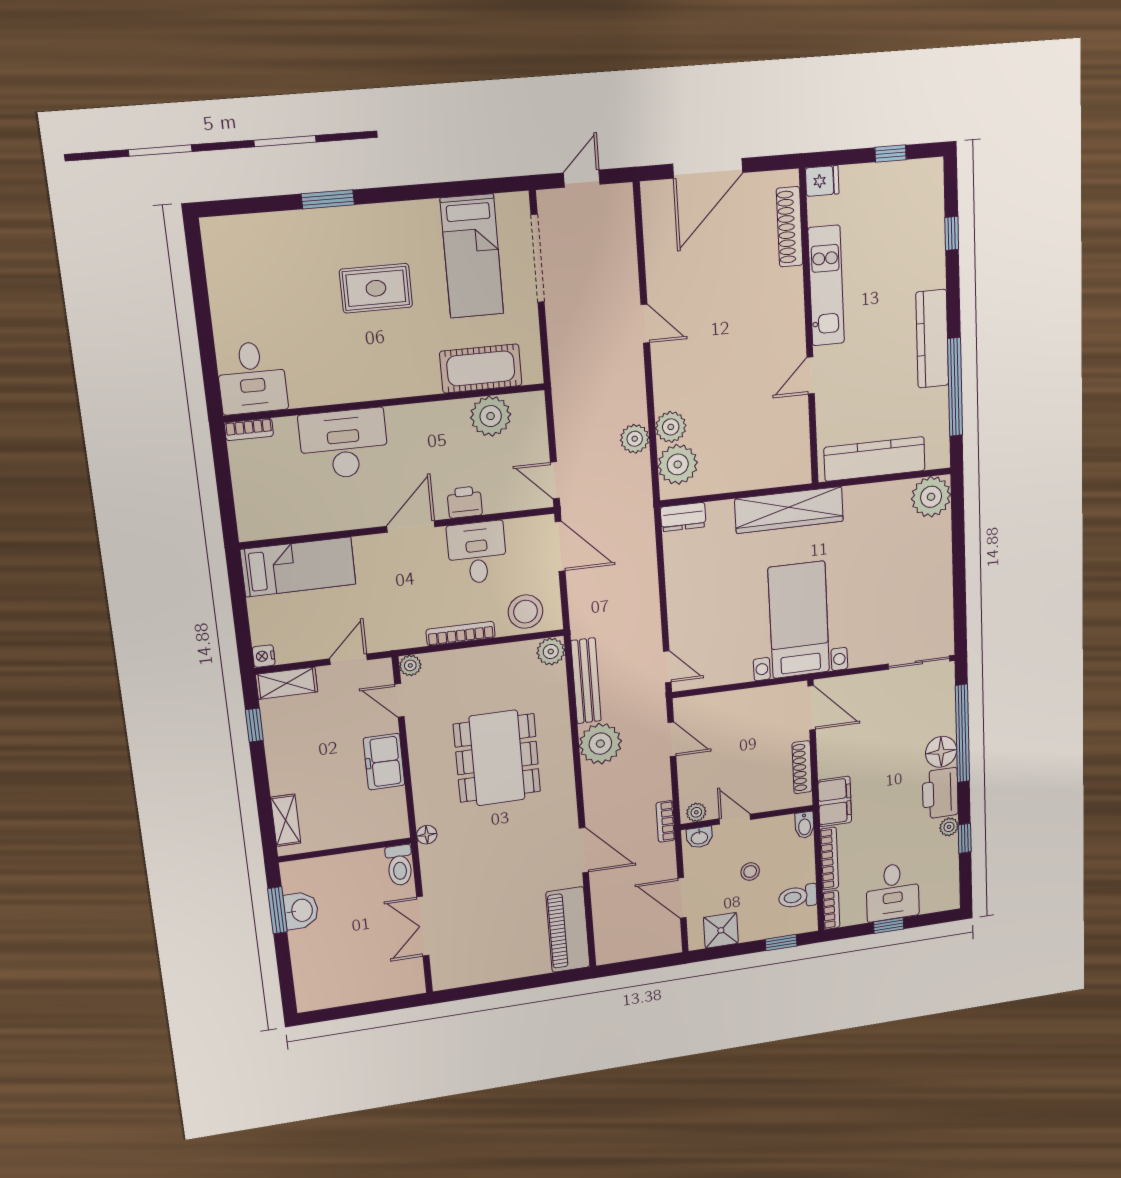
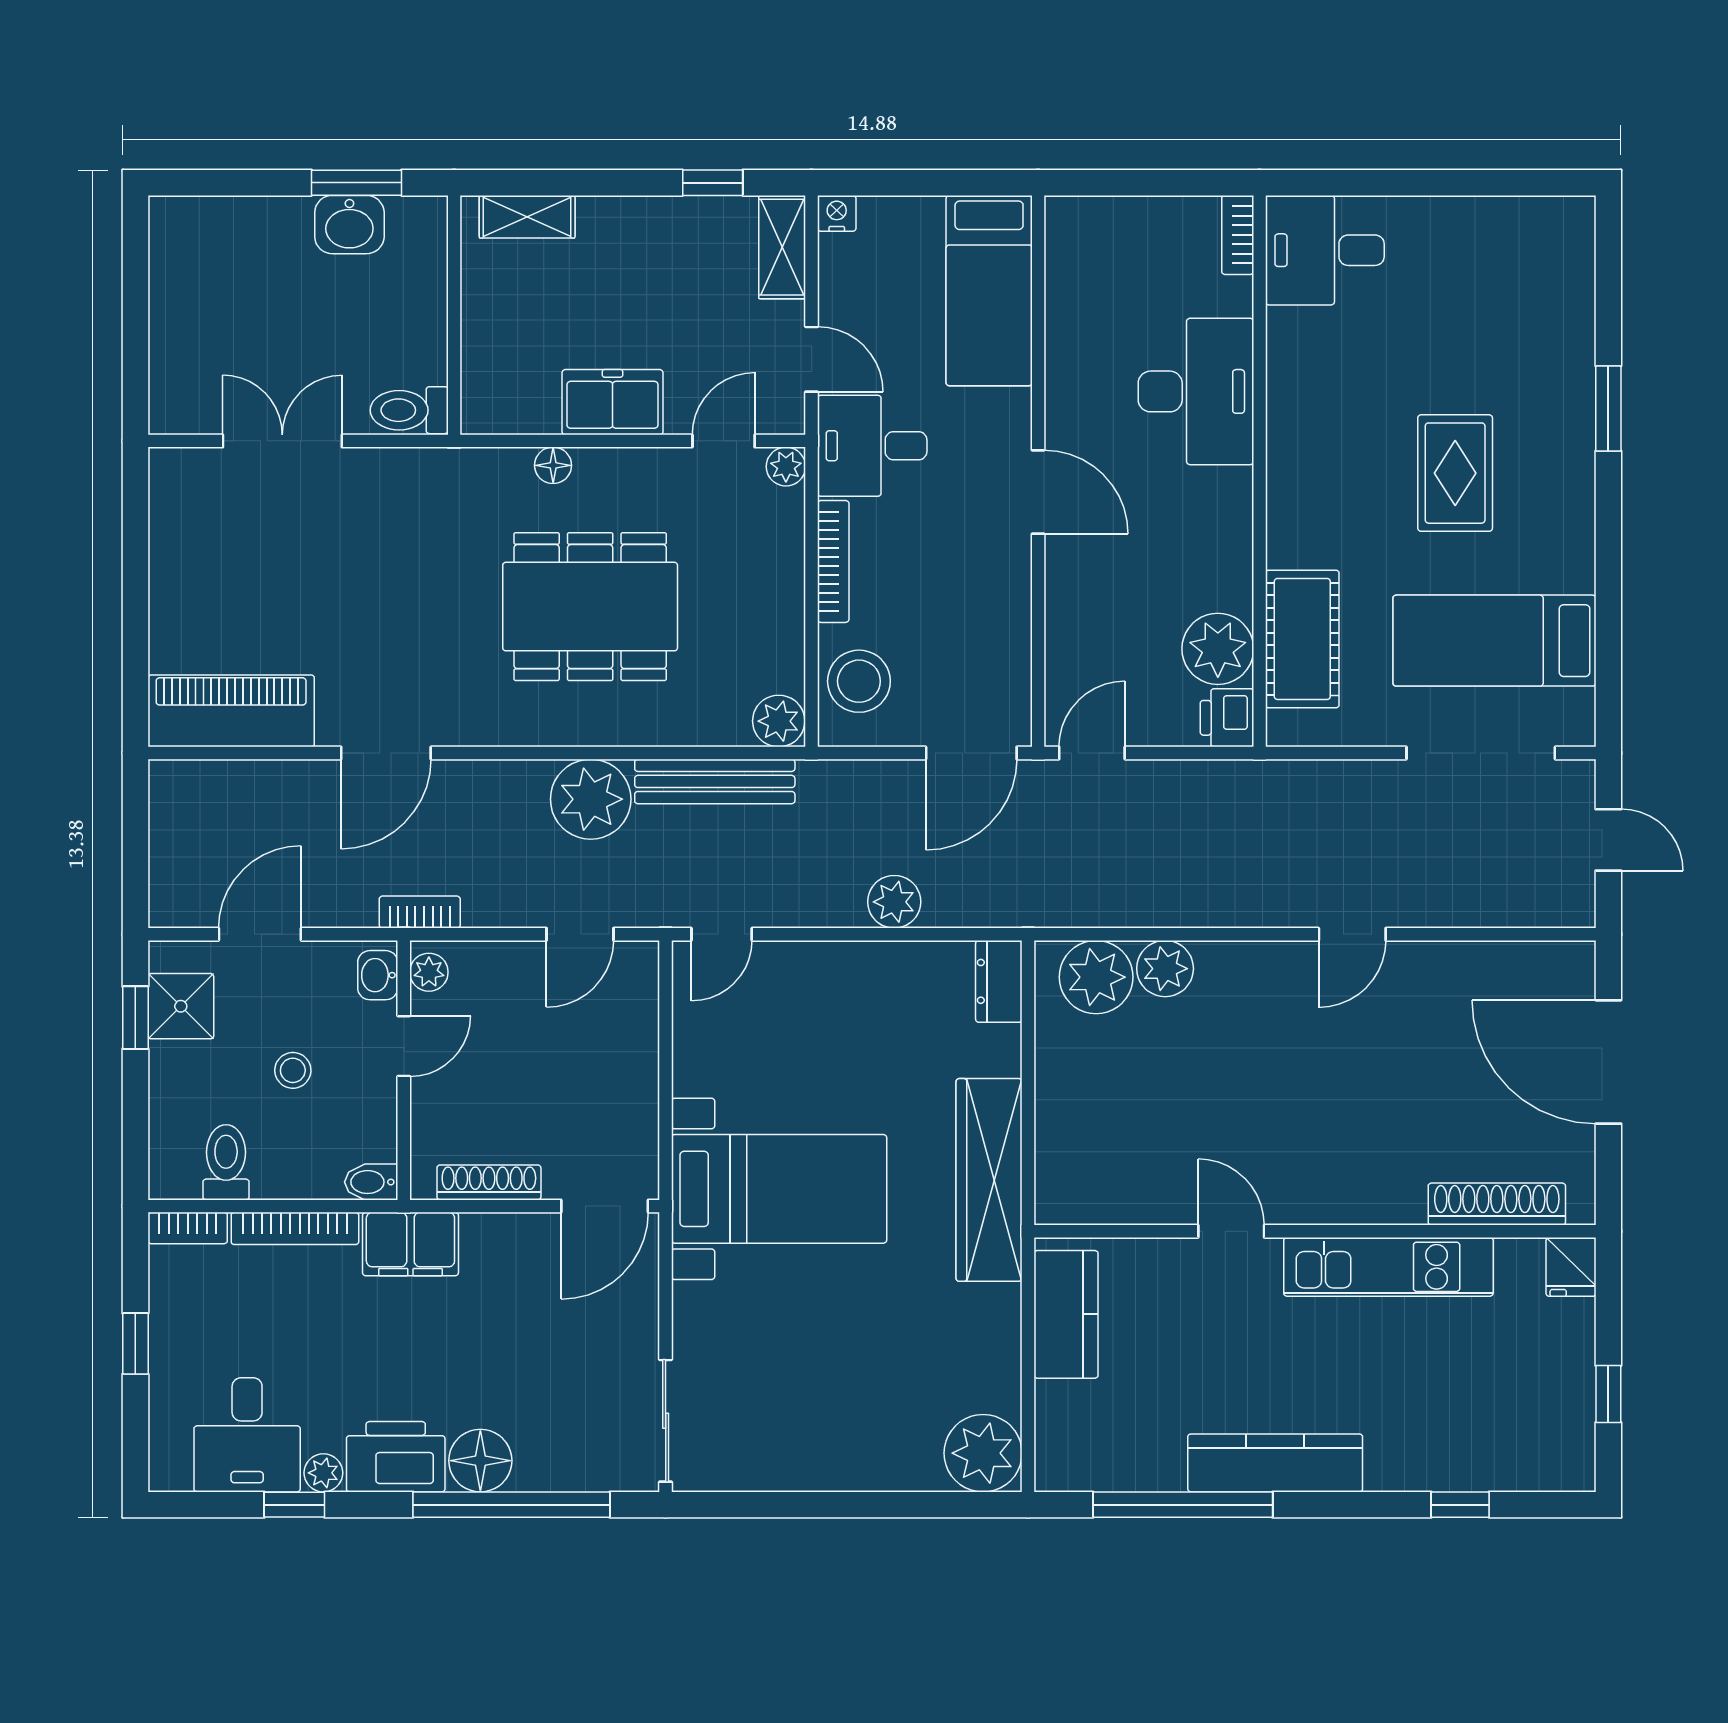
plant: (635, 439) -> (894, 902), moved
kitchen counter: (875, 459) -> (1066, 1314), width x0.67
printer: (465, 502) -> (1227, 718), moved, turned 180
desk: (477, 553) -> (872, 446), moved, turned 180
floor lamp: (427, 835) -> (553, 465), moved
desk: (893, 892) -> (247, 1435), moved, turned -90
window: (781, 943) -> (135, 1018), moved

